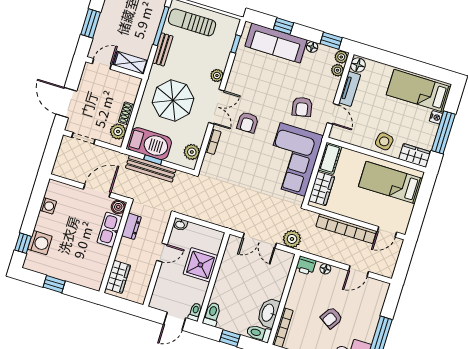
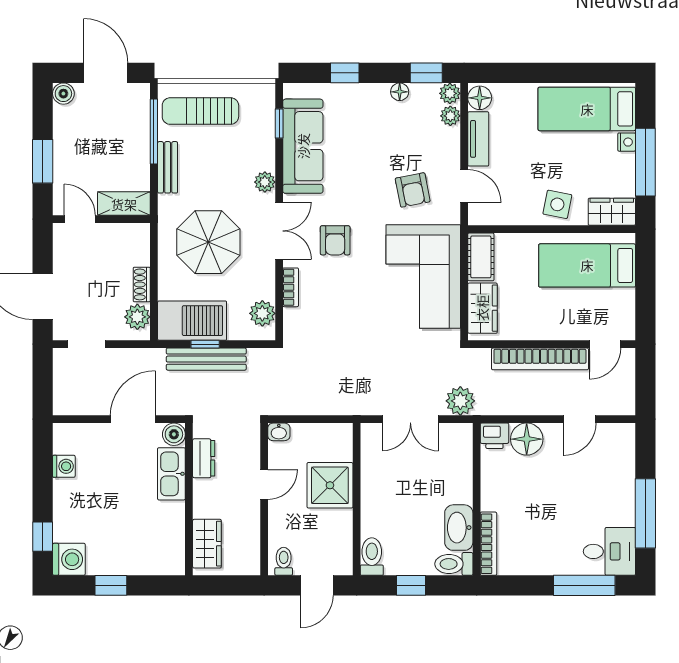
sofa: (276, 43) -> (303, 146), moved, turned -90
door: (102, 64) -> (80, 219), hinge flipped
washing machine: (40, 243) -> (69, 559), moved
floor lamp: (325, 269) -> (527, 439), width x1.89, depth x1.89
toilet: (195, 312) -> (284, 561), moved
armchair: (331, 318) -> (560, 505), removed

